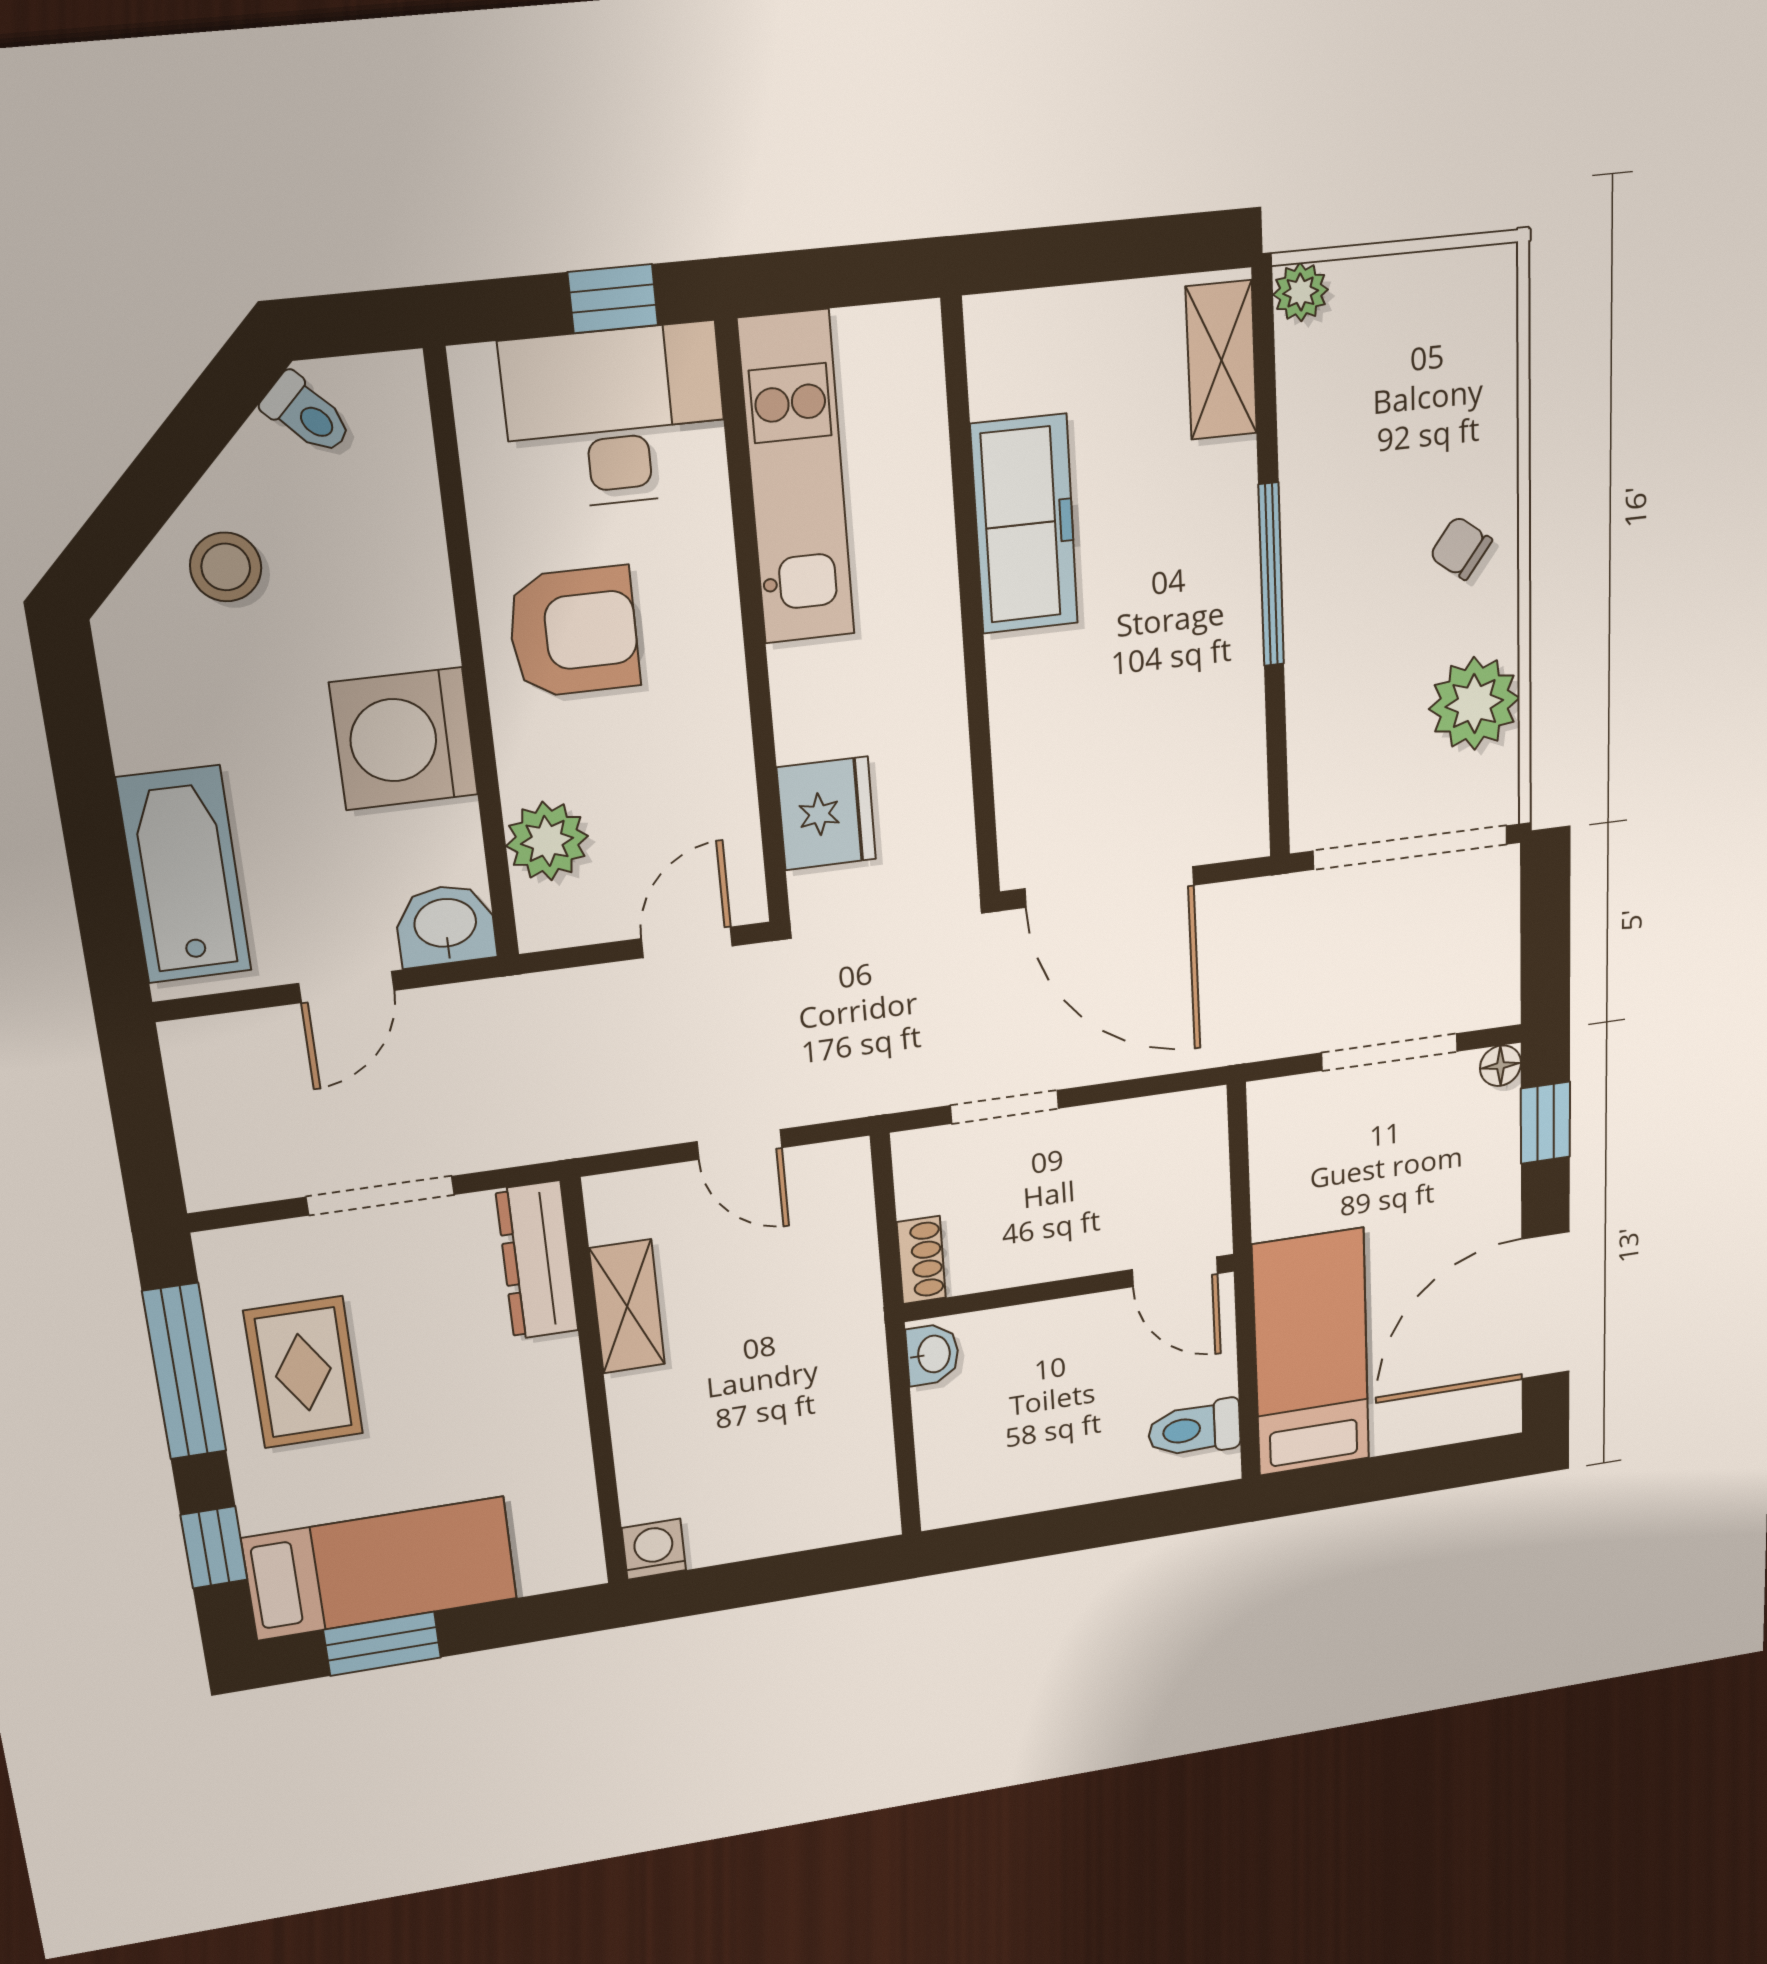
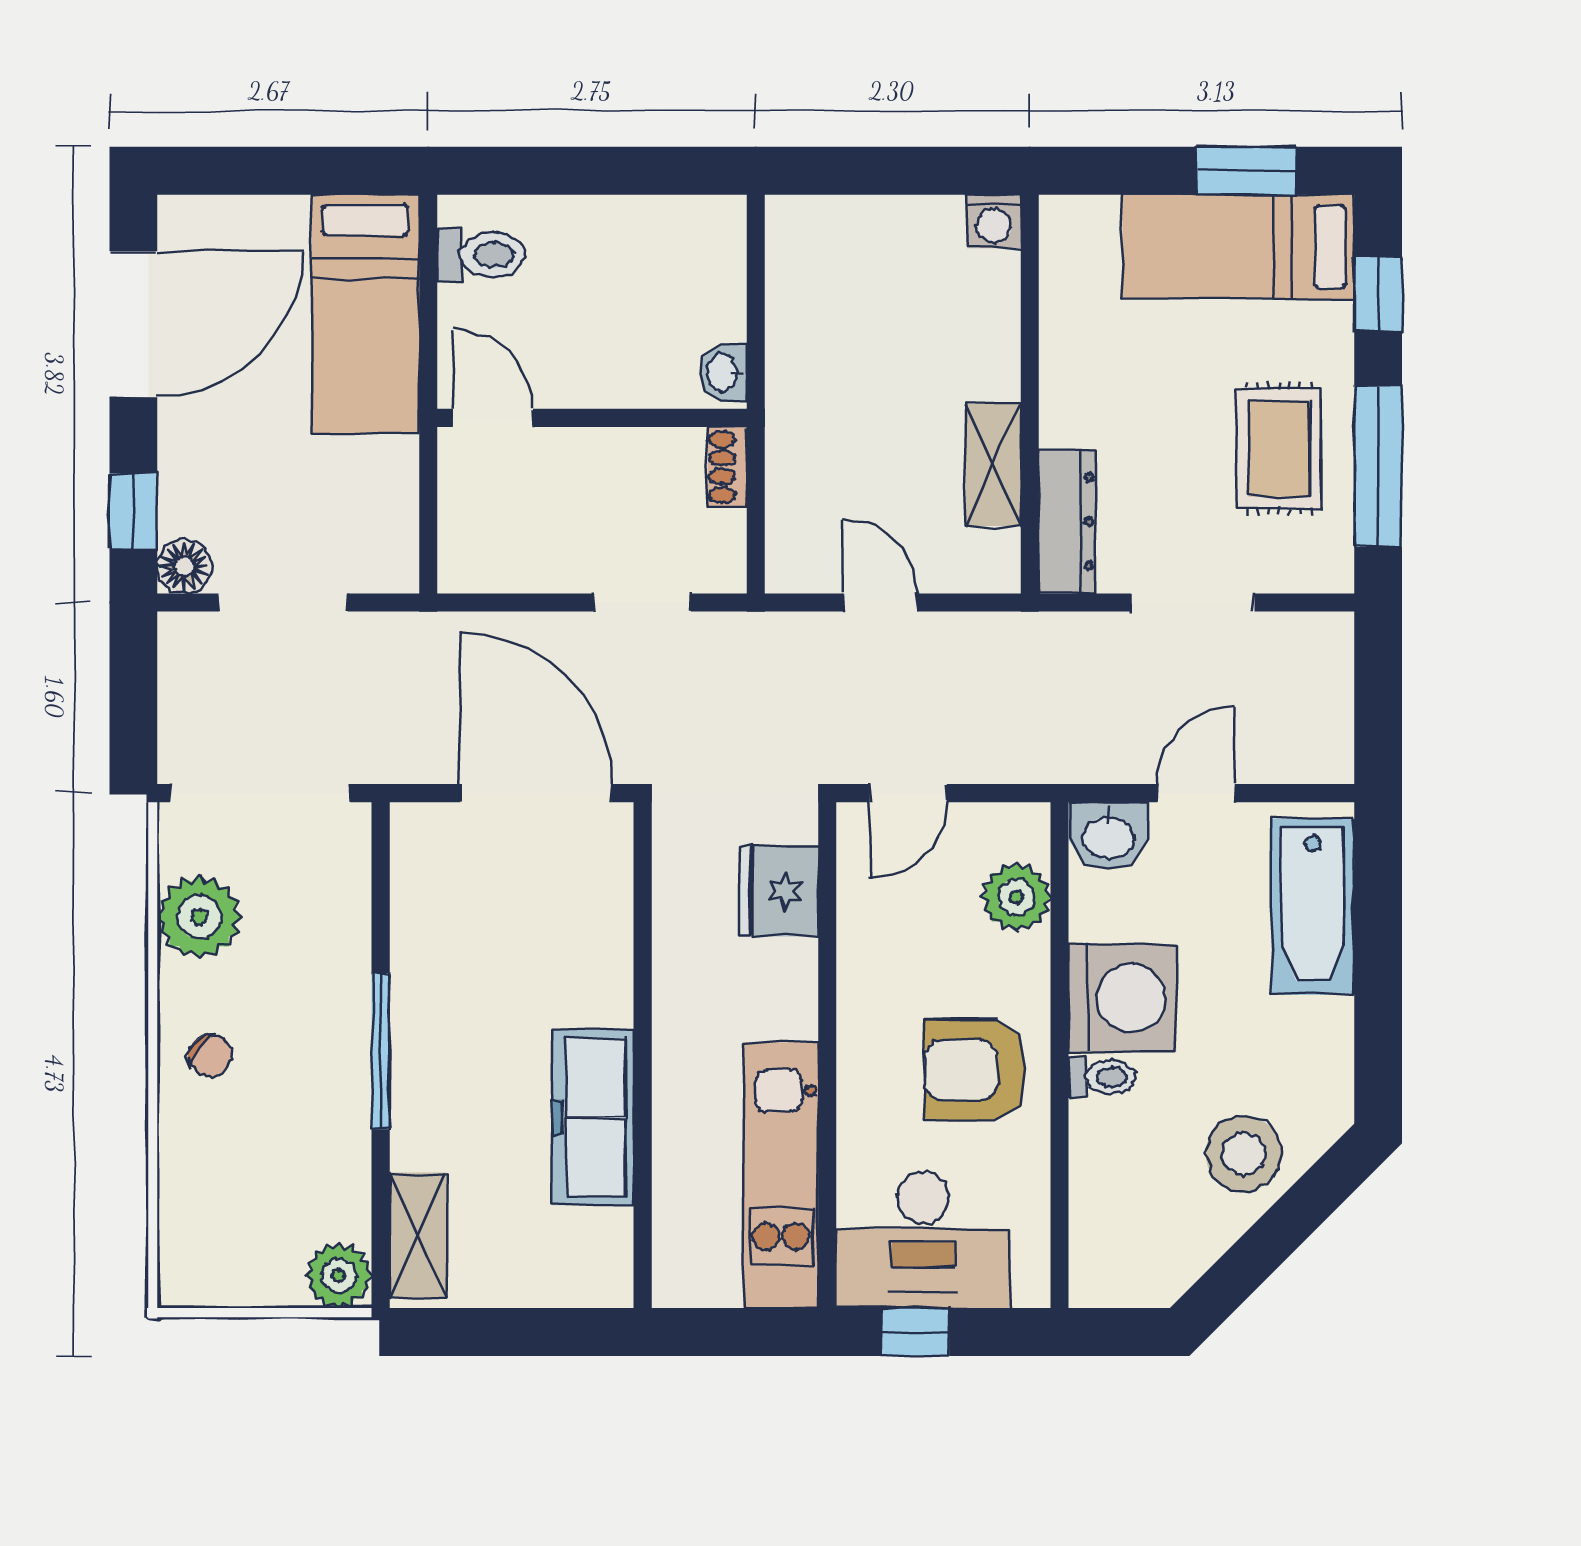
plant: (1301, 292) -> (339, 1275), width x1.38, depth x1.38
toilet: (307, 414) -> (1102, 1077), moved, turned 135
stool: (226, 567) -> (1244, 1154), width x1.38, depth x1.38
floor lamp: (1500, 1066) -> (184, 566), width x1.37, depth x1.37

